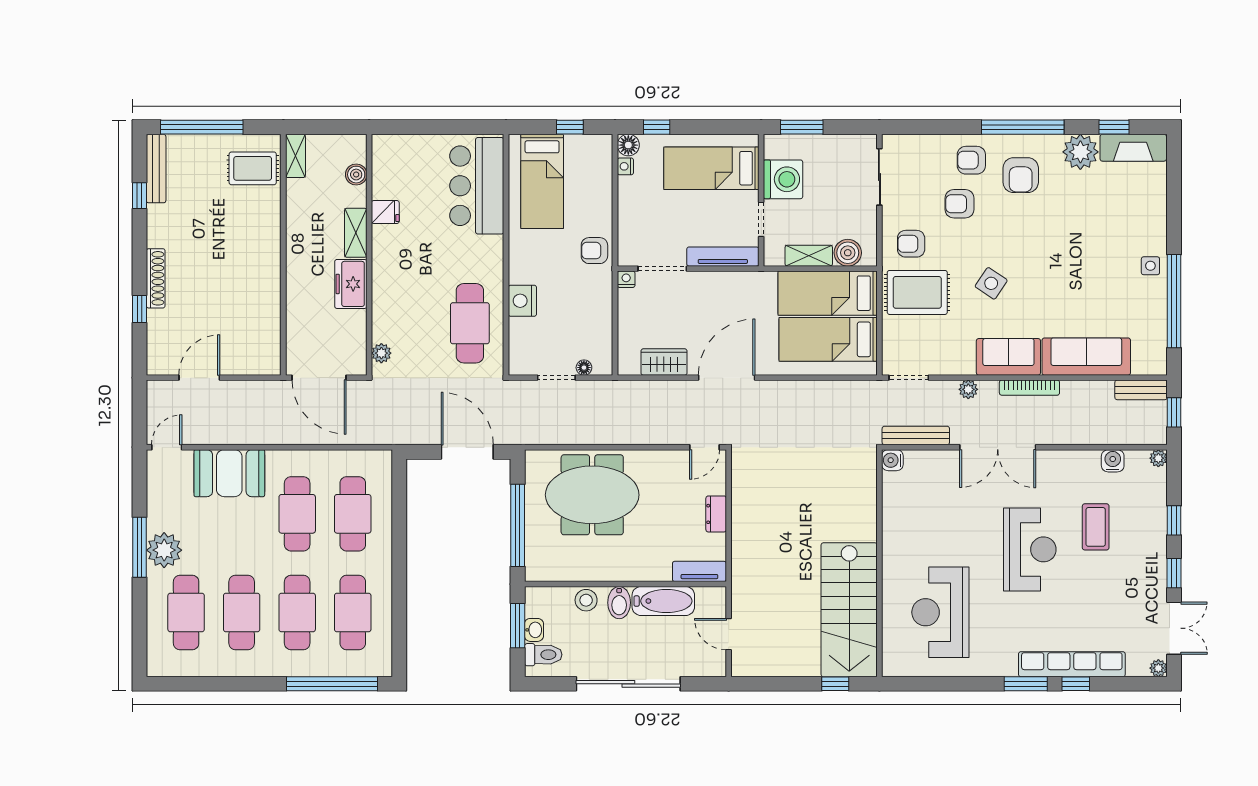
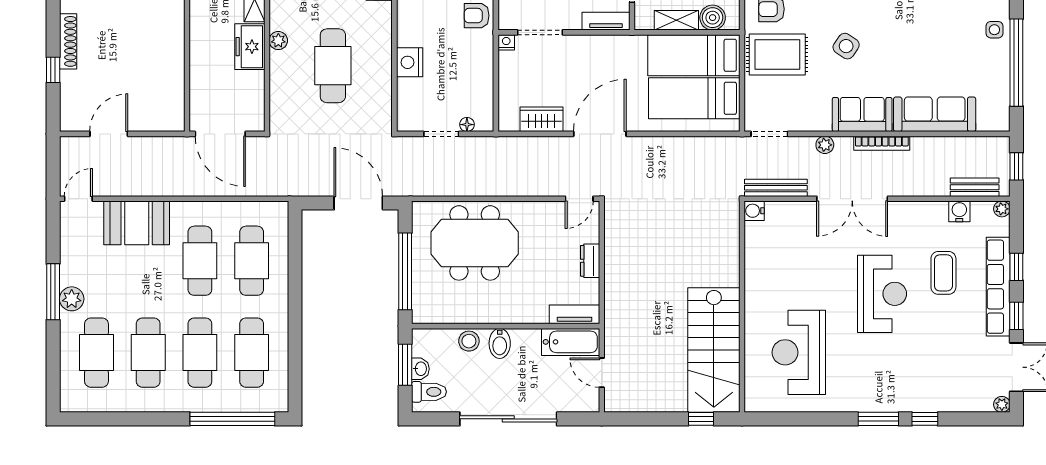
tv unit: (723, 257) -> (606, 21), width x0.71
cafe table: (470, 323) -> (333, 66), moved
plant: (381, 353) -> (278, 41), moved
bench: (1141, 390) -> (975, 187), moved
plant: (164, 550) -> (72, 299), width x0.73, depth x0.73
bathtub: (663, 601) -> (571, 342), moved
row of seats: (1072, 664) -> (998, 287), moved, turned -90

